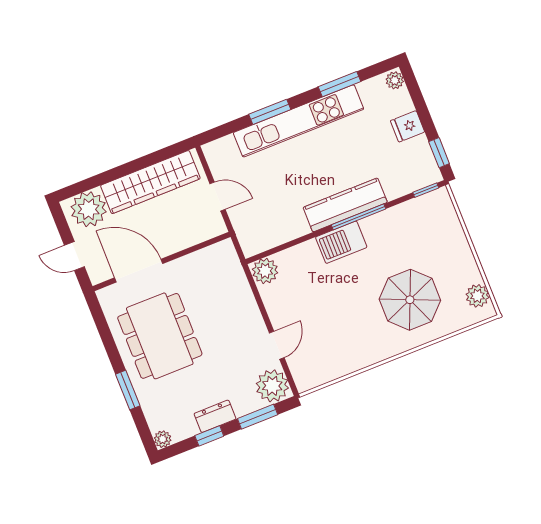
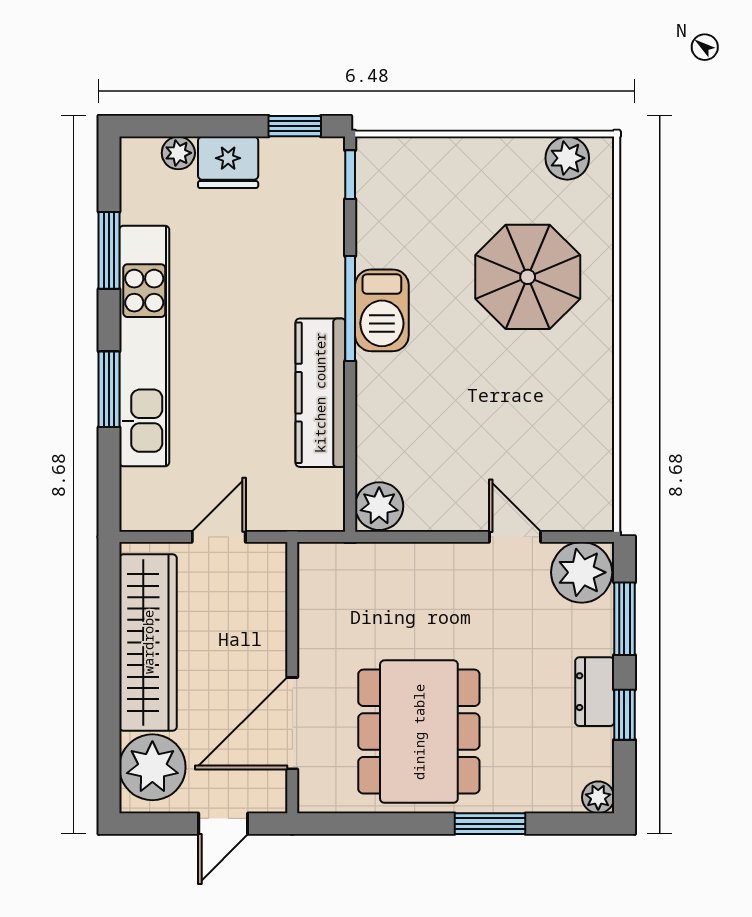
plant: (395, 80) -> (178, 153), moved
fridge: (408, 126) -> (228, 162), width x1.38
kitchen counter: (345, 205) -> (320, 393), moved
barbecue: (341, 242) -> (382, 310), moved
dining table: (160, 336) -> (419, 732), turned 90

